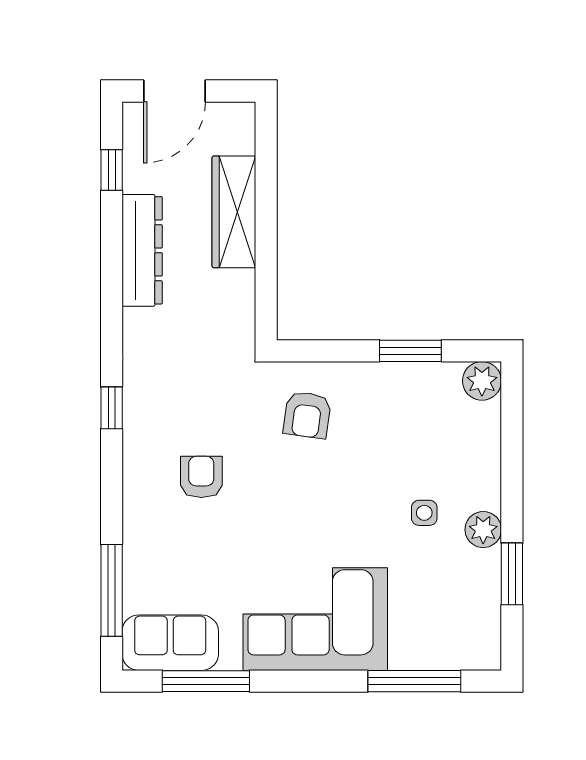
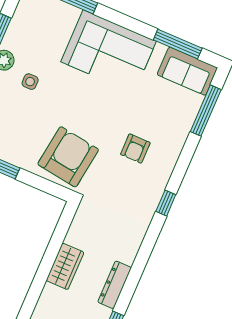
wardrobe: (234, 212) -> (65, 266), width x0.67
dresser: (142, 250) -> (115, 285), width x0.73, depth x0.80
armchair: (307, 415) -> (68, 157), width x1.88, depth x1.88

